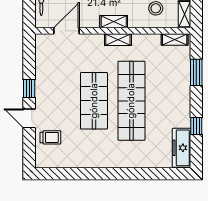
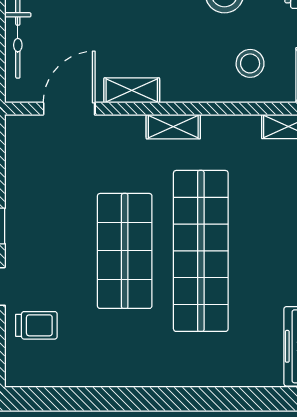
shelving: (114, 22) -> (132, 90), moved

